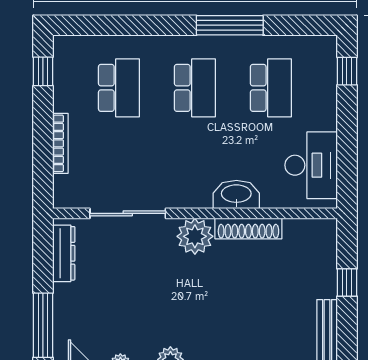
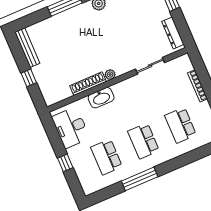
window: (347, 71) -> (65, 163), moved
sliding door: (128, 213) -> (150, 66), width x0.73
plant: (195, 236) -> (110, 75), width x0.53, depth x0.53

